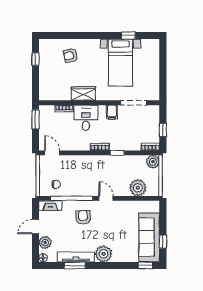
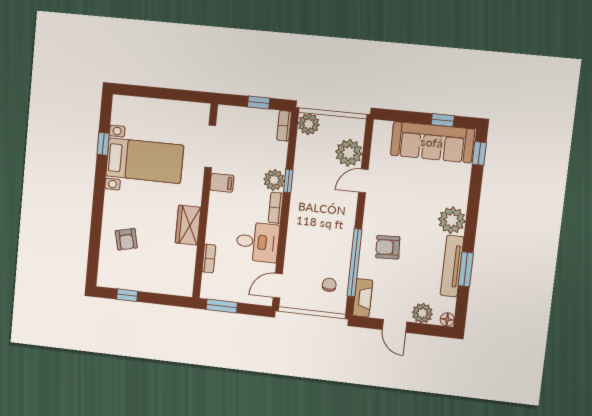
desk: (86, 118) -> (258, 242), moved, turned 180
plant: (117, 144) -> (274, 180), added
door: (106, 198) -> (363, 181), moved

